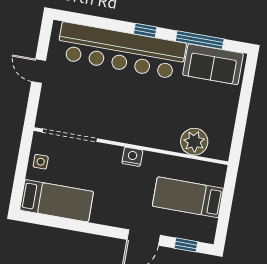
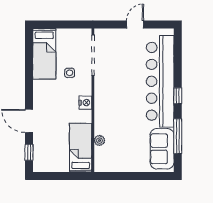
plant: (194, 142) -> (100, 141), width x0.53, depth x0.53
side table: (41, 162) -> (70, 73), moved
bed: (188, 197) -> (81, 148), moved

